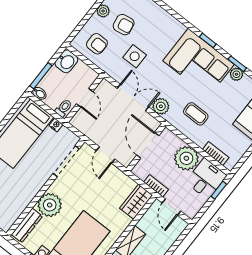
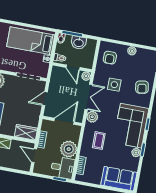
armchair: (124, 25) -> (142, 87), moved
washbasin: (66, 61) -> (79, 43), moved
plant: (105, 87) -> (86, 76), added
door: (85, 98) -> (73, 67), hinge flipped
door: (171, 207) -> (34, 156), hinge flipped

